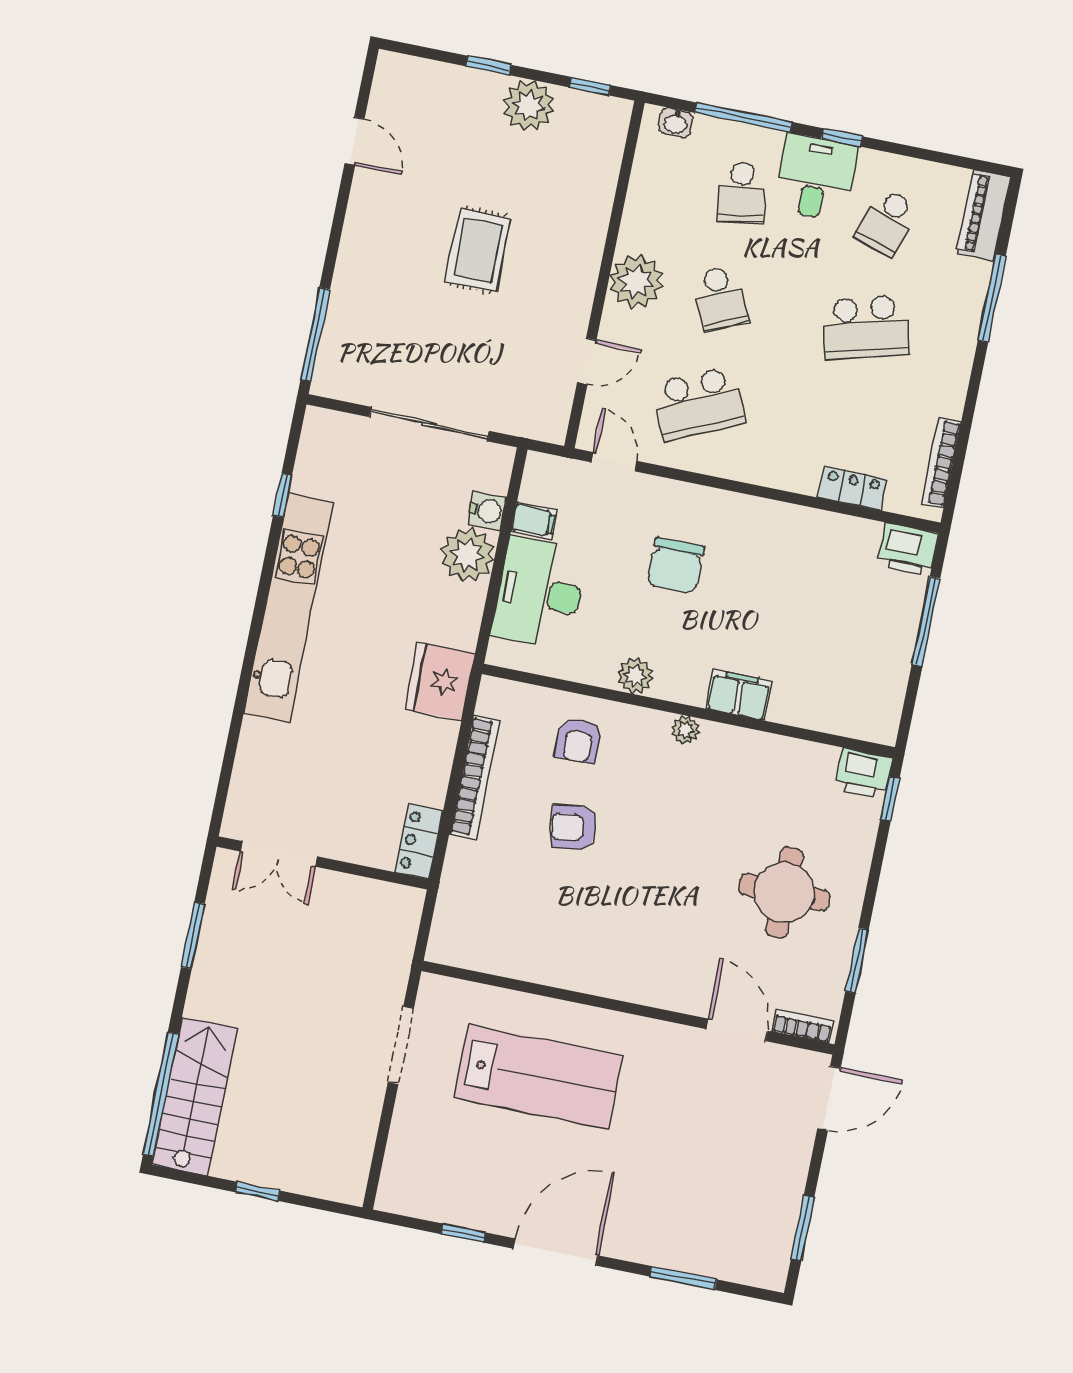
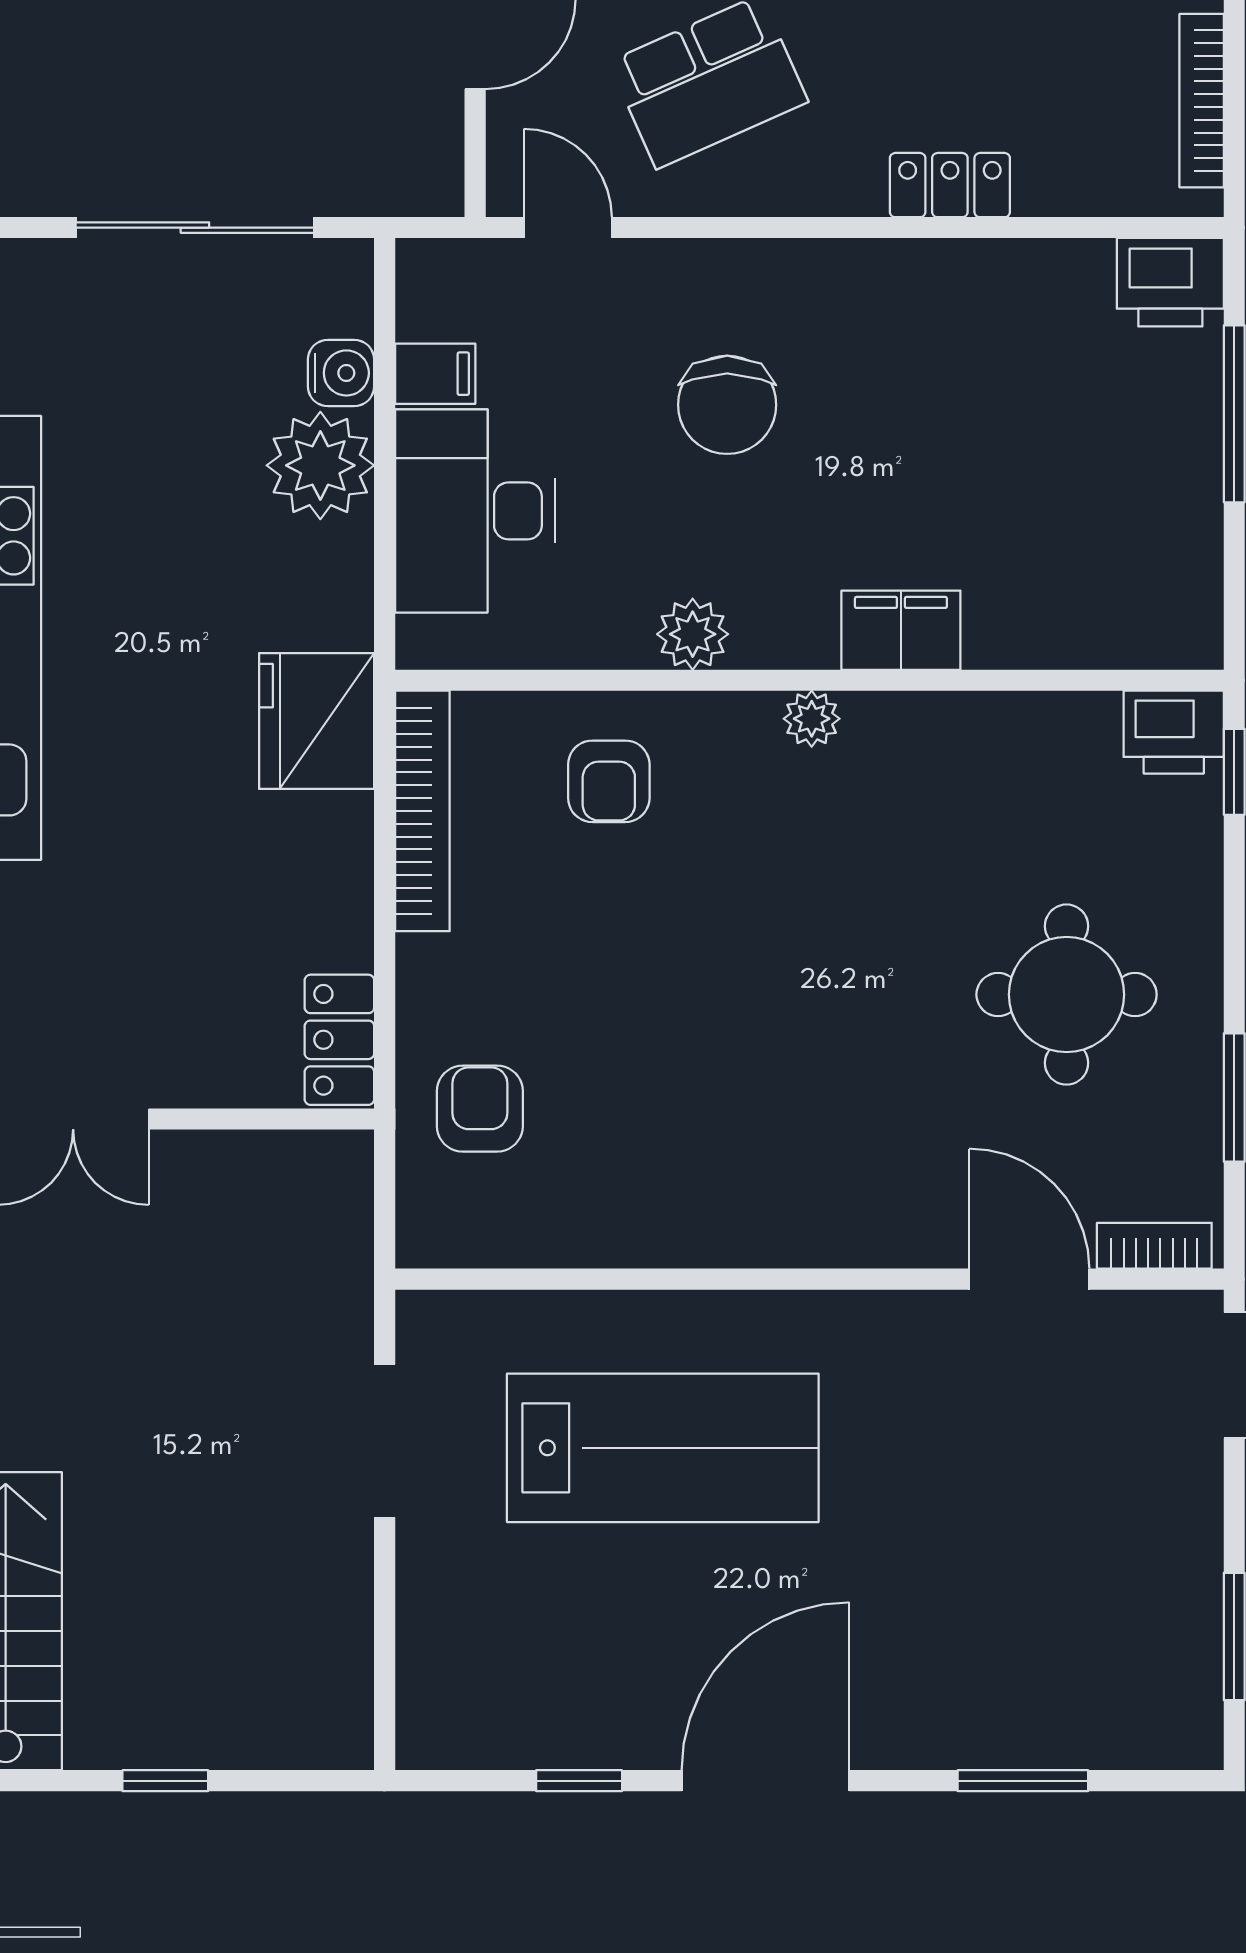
locker: (852, 488) -> (950, 185), moved
bookcase: (475, 777) -> (422, 811), moved
armchair: (573, 827) -> (480, 1109), moved, turned 99

